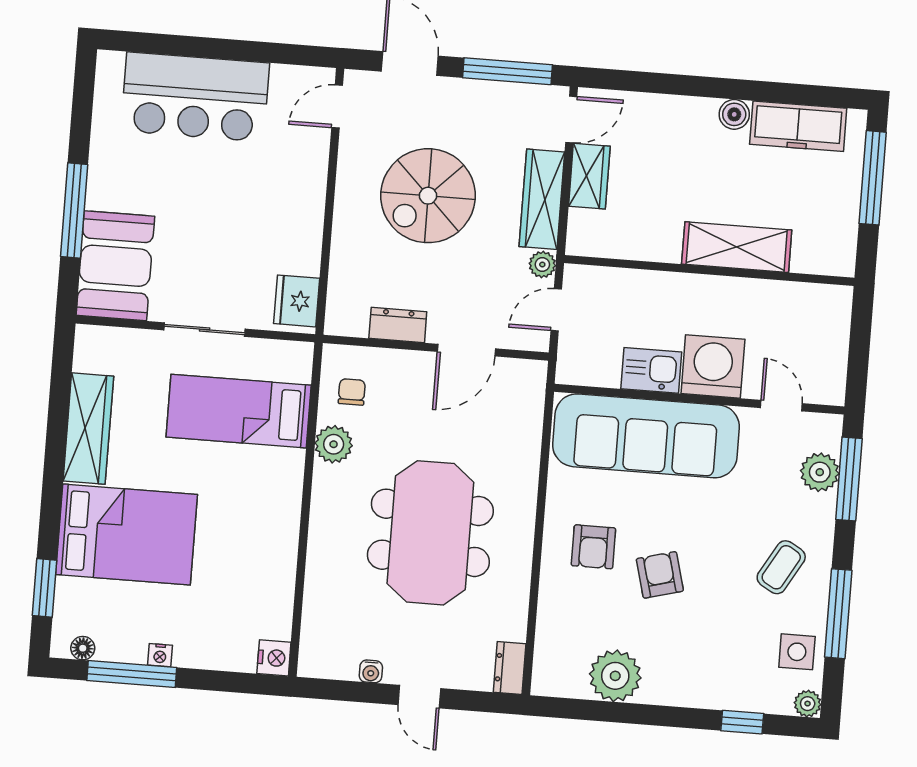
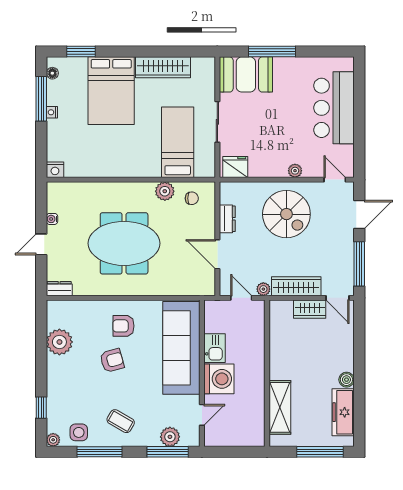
plant: (313, 184) -> (295, 171), added
spiral stairs: (428, 196) -> (286, 214), moved, turned 180
shelving: (737, 247) -> (280, 407), moved

